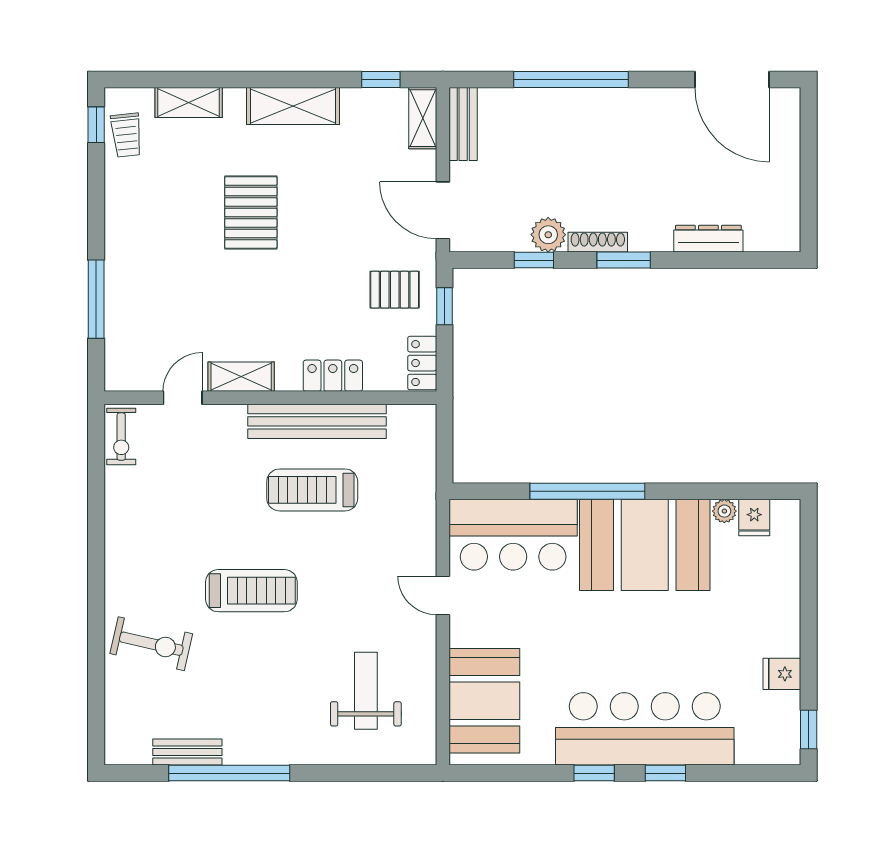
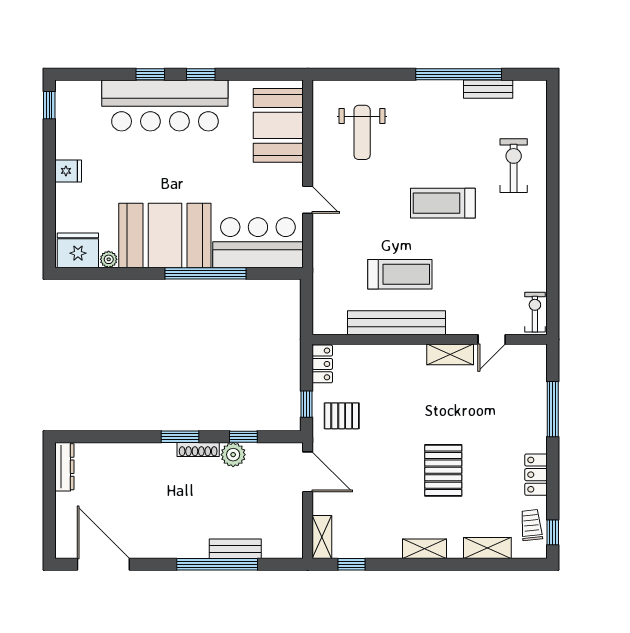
shelving: (293, 106) -> (424, 549), width x0.67, depth x0.75
bench: (463, 124) -> (235, 549), moved, turned 90
dresser: (708, 239) -> (64, 467), moved, turned -90
locker: (333, 376) -> (536, 475), moved, turned 90
fridge: (754, 518) -> (78, 250), width x1.88, depth x1.34
exercise bike: (151, 644) -> (514, 166), turned 77
fridge: (782, 674) -> (68, 171), moved

